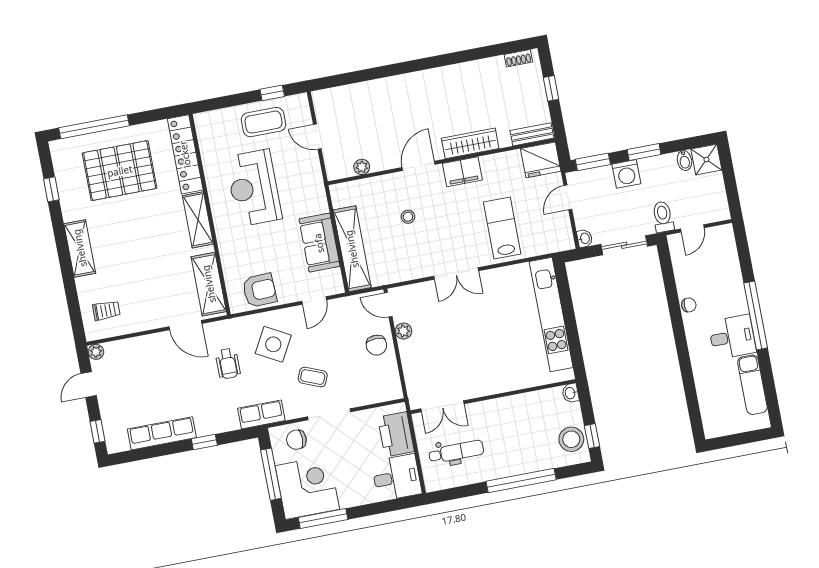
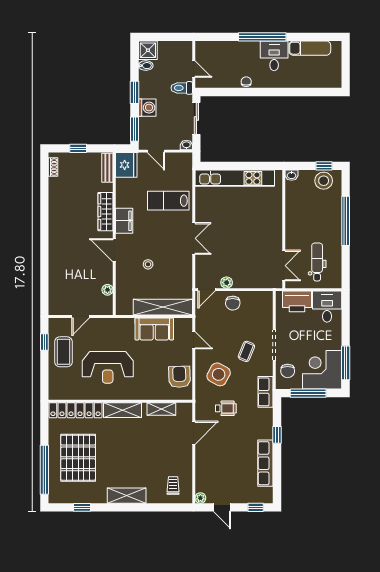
shelving: (209, 284) -> (161, 409), width x0.67, depth x0.75
chair: (376, 345) -> (233, 303), turned 92

